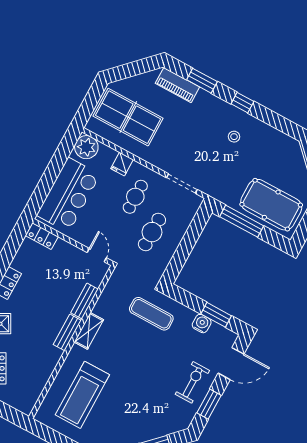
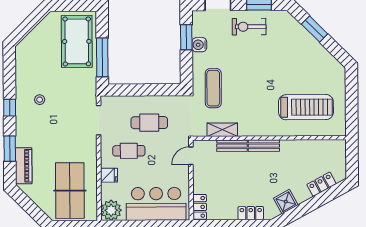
shelving: (89, 331) -> (222, 130), moved

